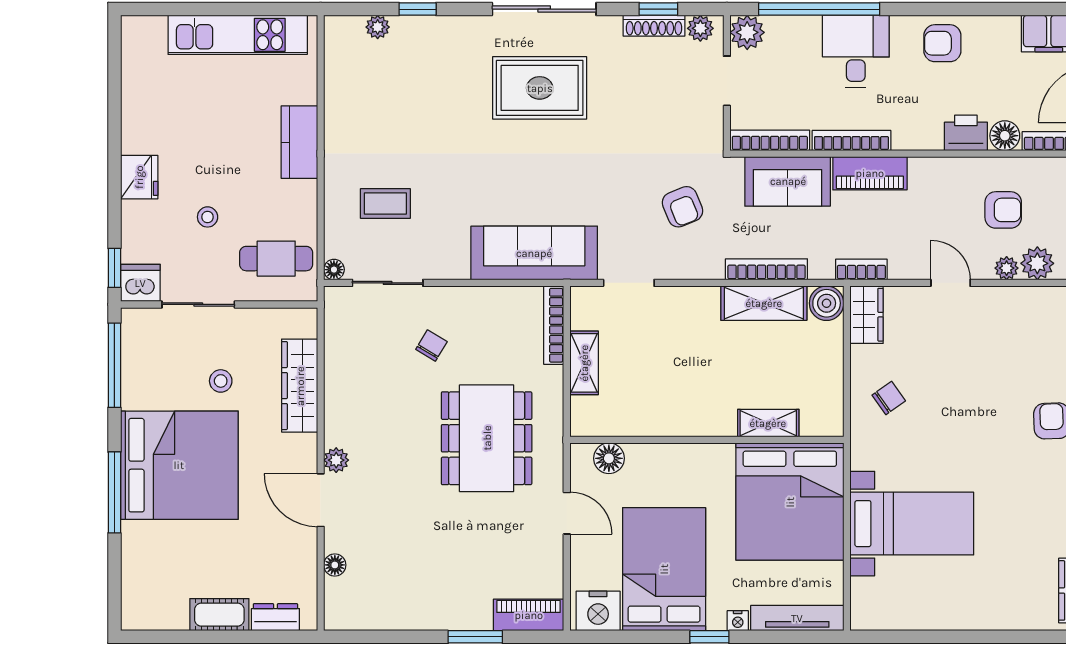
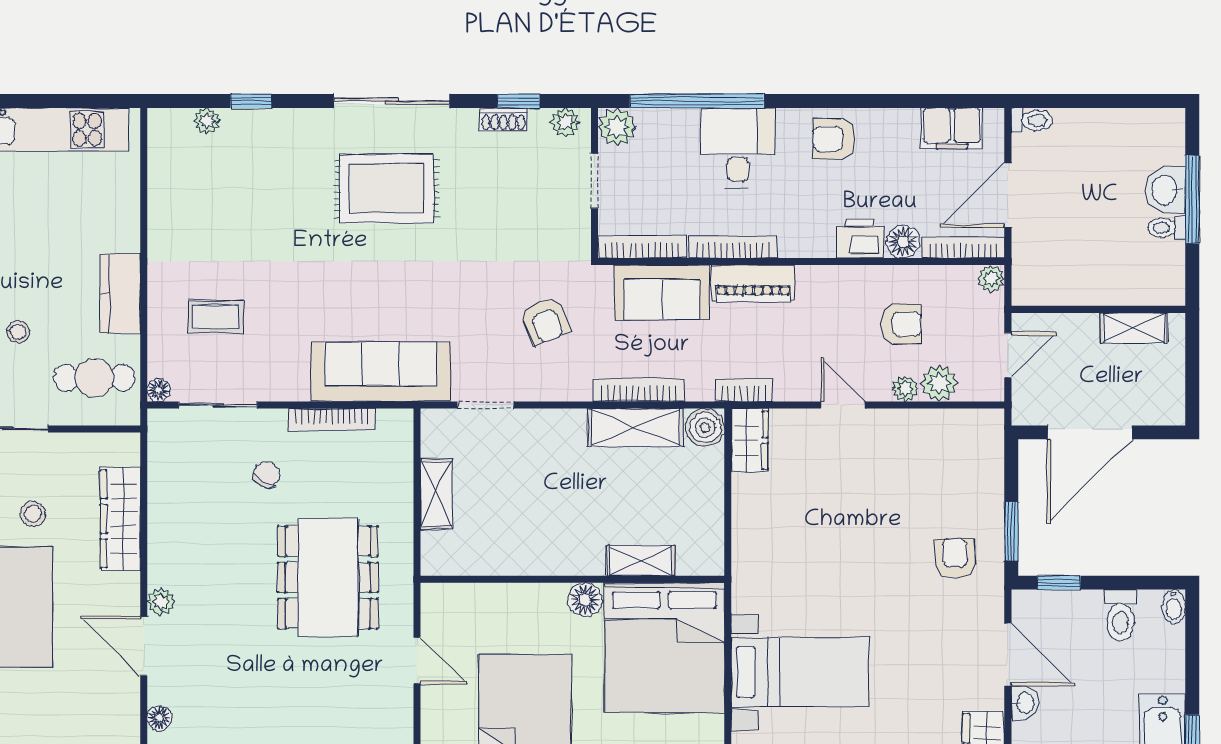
shoe rack: (654, 26) -> (503, 120), width x0.70
kitchen counter: (299, 142) -> (120, 293), moved
bookcase: (554, 325) -> (332, 420), moved, turned -90
chair: (889, 398) -> (774, 533), removed
floor lamp: (609, 458) -> (585, 600), moved

